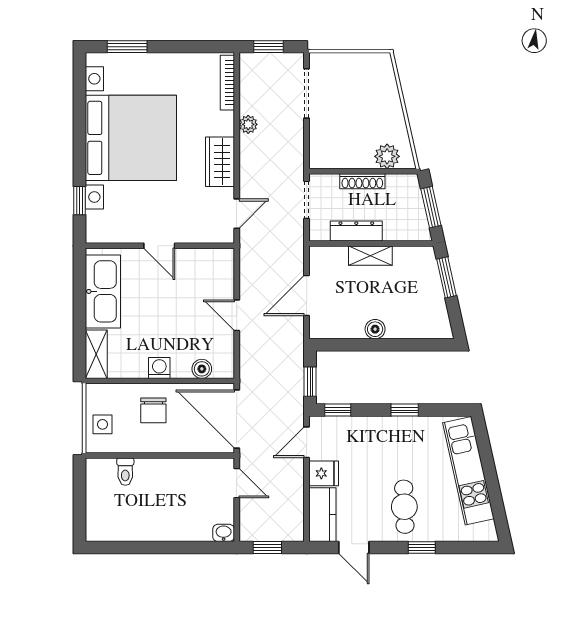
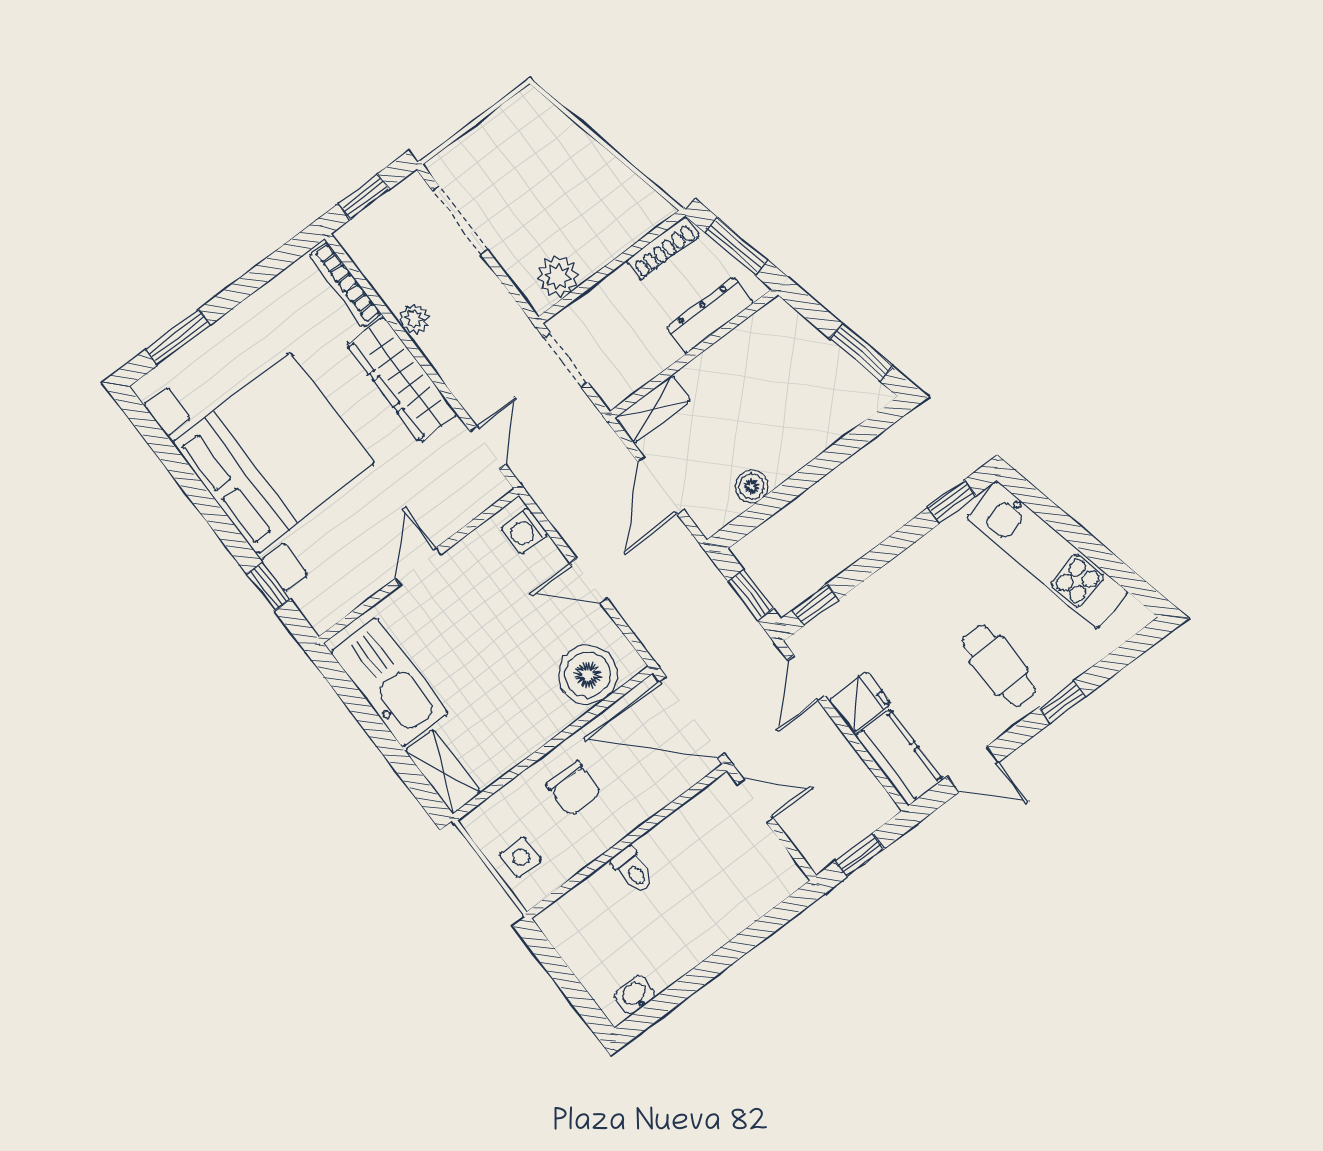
plant: (387, 156) -> (558, 276), moved
wardrobe: (220, 162) -> (402, 380), width x1.50
shoe rack: (362, 181) -> (663, 248), moved
dresser: (356, 231) -> (710, 315), moved
door: (159, 246) -> (418, 566), swing flipped
shelving: (370, 256) -> (653, 409), moved
window: (446, 277) -> (862, 353), moved
boiler: (375, 329) -> (751, 486), moved
washing machine: (159, 368) -> (524, 531), moved, turned -90
boiler: (202, 369) -> (588, 675), width x1.86, depth x1.86
window: (405, 410) -> (952, 502), moved
toilet: (125, 472) -> (633, 870), moved
washbasin: (224, 533) -> (635, 995), moved

